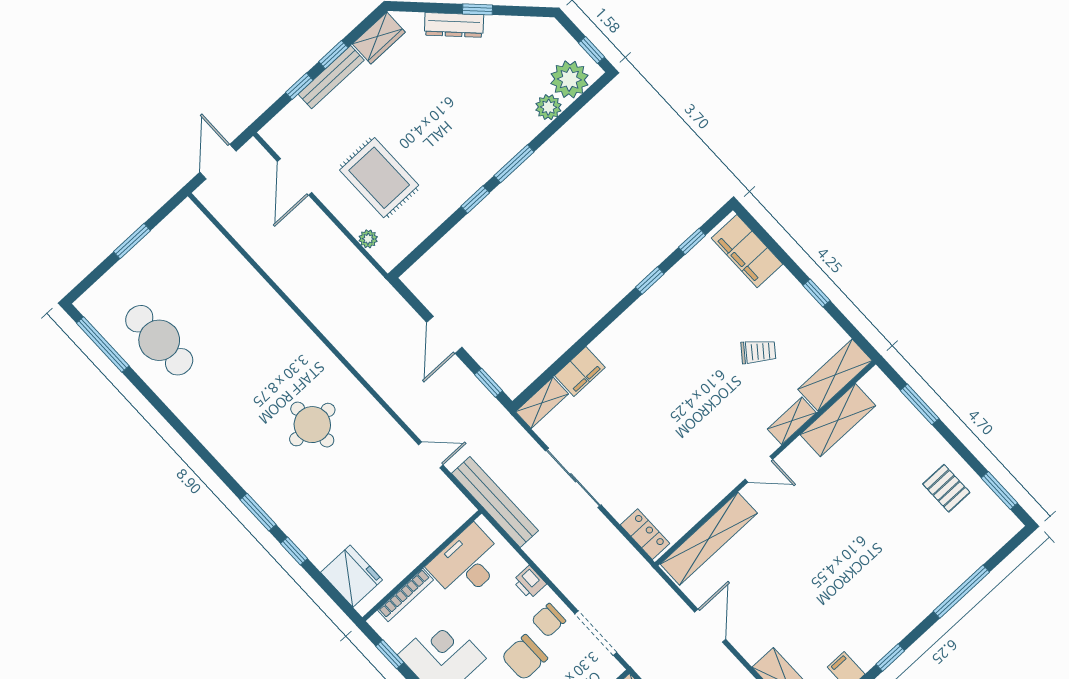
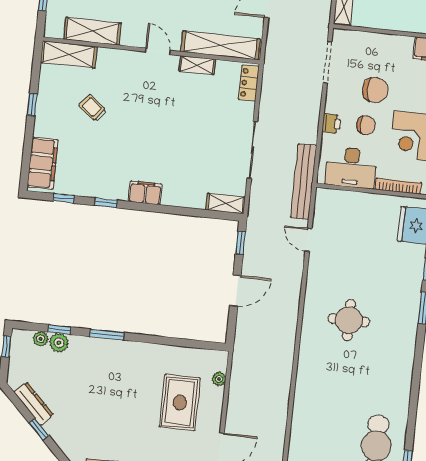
dresser: (454, 25) -> (34, 404), moved
plant: (569, 79) -> (41, 339), width x0.53, depth x0.53
window: (475, 199) -> (59, 329), moved
filing cabinet: (580, 371) -> (145, 193), moved
shelving: (792, 421) -> (197, 65), moved
chair: (549, 620) -> (366, 125), moved

